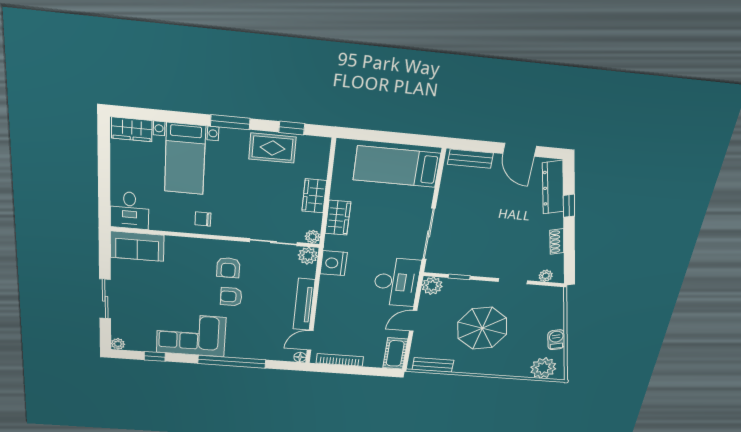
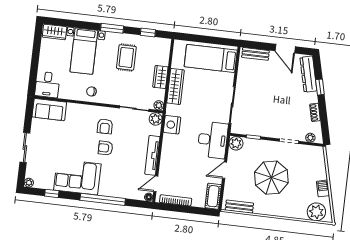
rug: (272, 148) -> (126, 57), moved, turned 90
wardrobe: (338, 218) -> (175, 86), width x1.50

